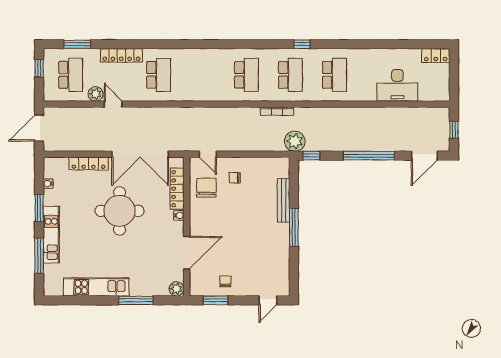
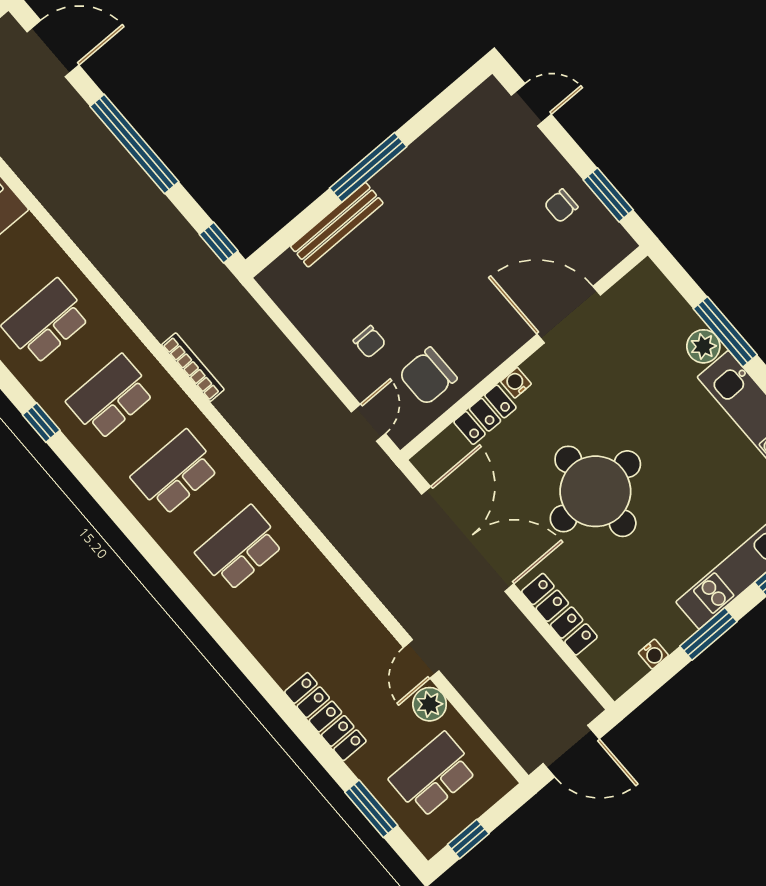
school desk: (159, 75) -> (240, 548), moved
plant: (295, 141) -> (218, 292), removed
locker: (177, 189) -> (485, 415), width x0.66
plant: (177, 289) -> (703, 346), moved

